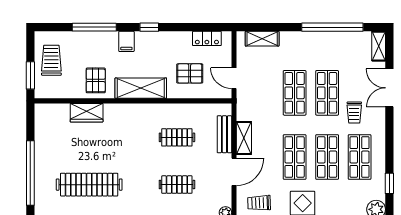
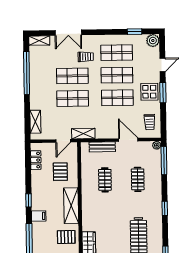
shelving: (244, 138) -> (83, 134), moved

